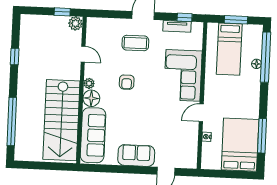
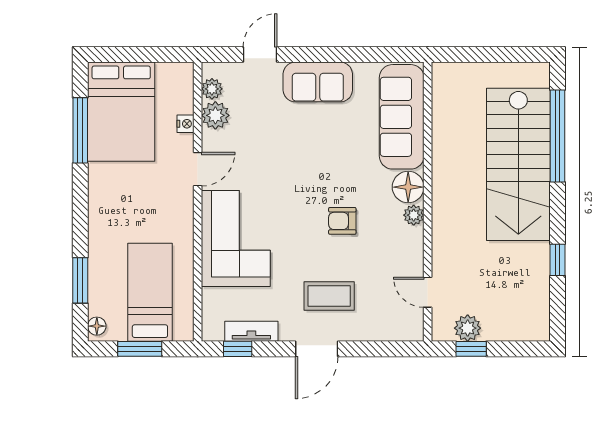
plant: (75, 23) -> (468, 328), moved
door: (83, 54) -> (428, 292), moved
window: (266, 57) -> (80, 280), width x0.47
floor lamp: (257, 64) -> (97, 326), moved
armchair: (127, 82) -> (342, 221), turned -90
stairs: (61, 120) -> (518, 164), moved, turned 180
plant: (191, 140) -> (215, 115), added
plant: (192, 154) -> (212, 89), added

